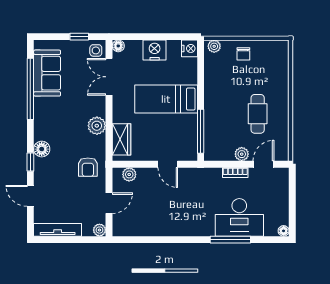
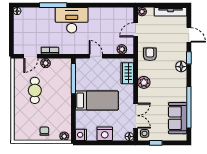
desk: (239, 217) -> (72, 20), moved

